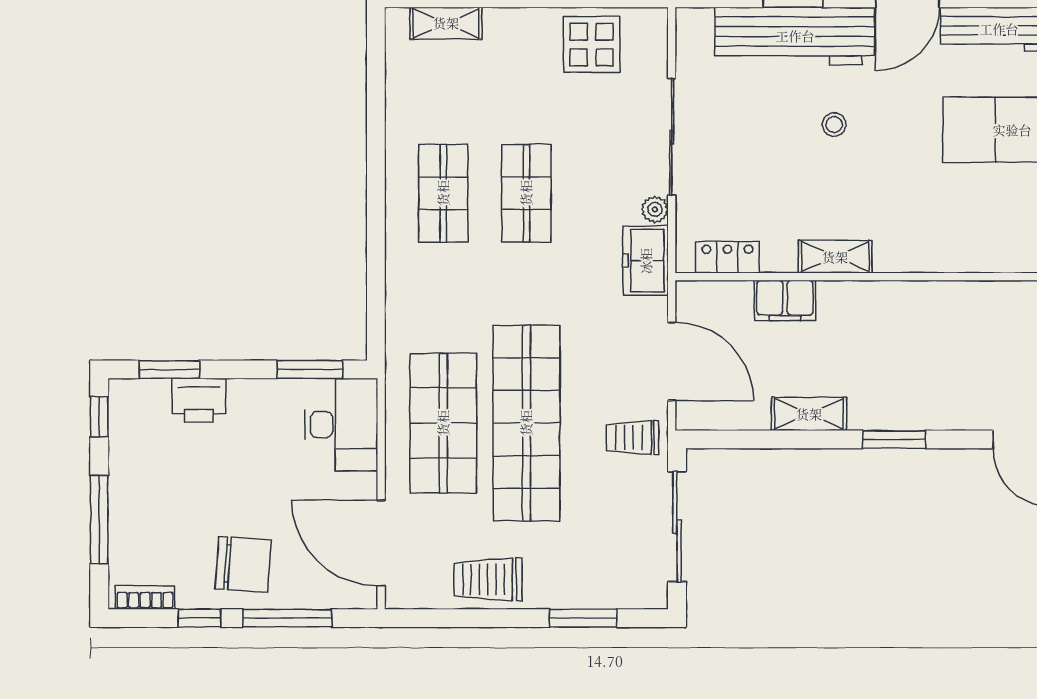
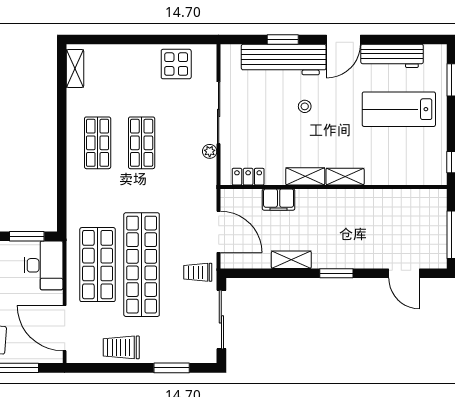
shelving: (446, 23) -> (75, 68), moved, turned 90
shelving: (910, 257) -> (345, 177), added
freezer: (646, 261) -> (205, 178), removed

